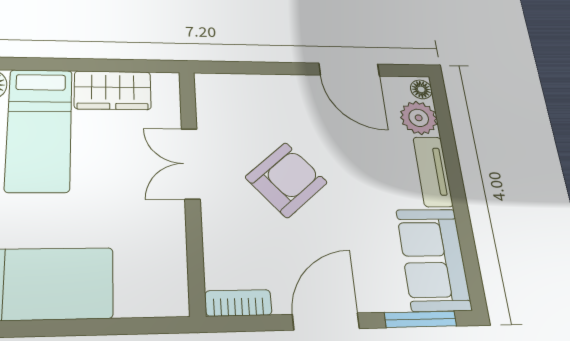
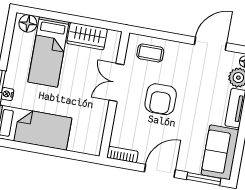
door: (349, 70) -> (211, 44), swing flipped
coffee table: (243, 101) -> (150, 53), added
armchair: (286, 180) -> (161, 99), turned 131

